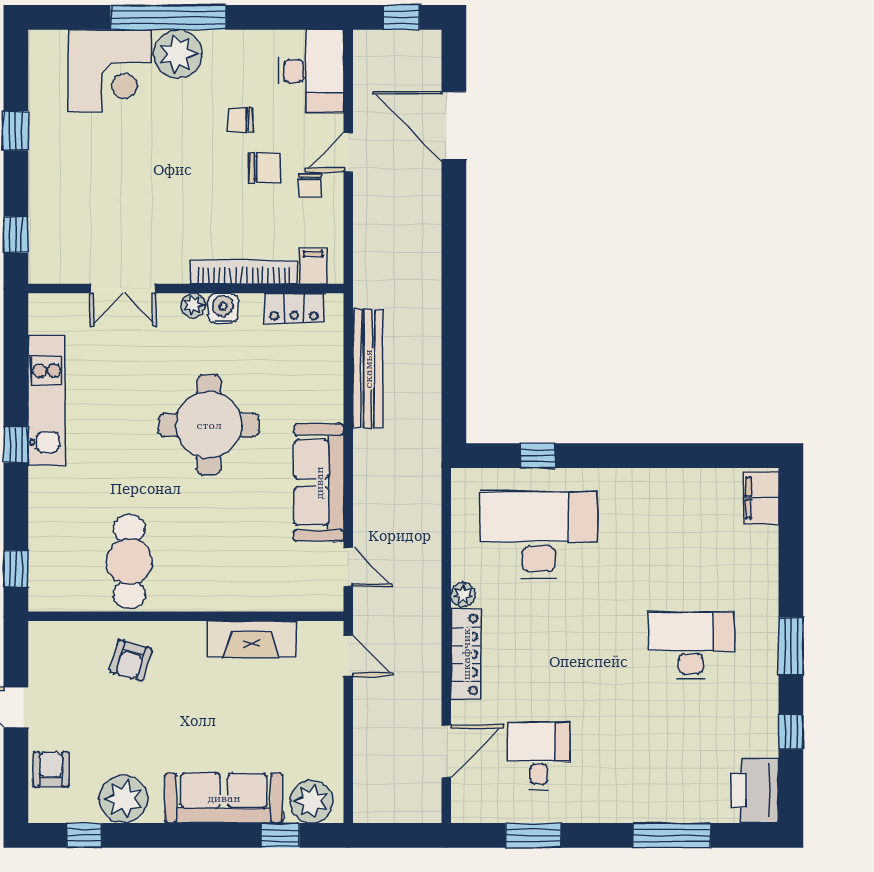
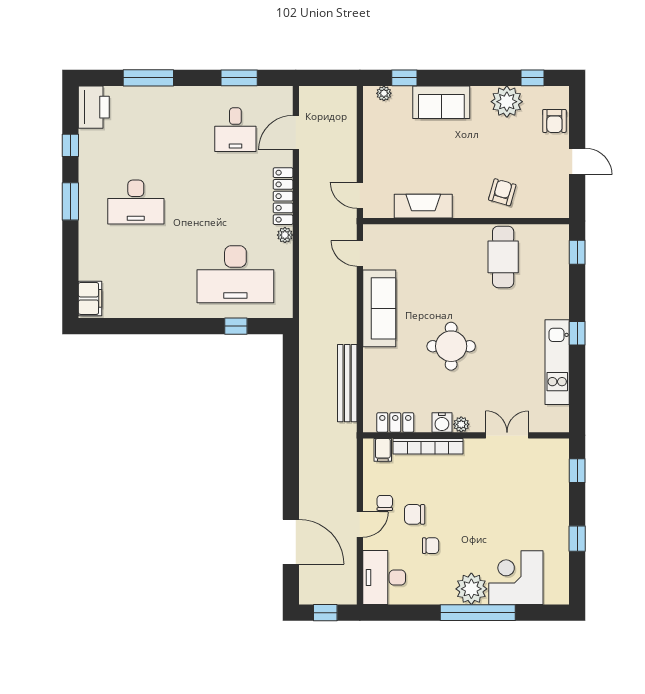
round table: (209, 425) -> (451, 346), width x0.73, depth x0.73
sofa: (224, 798) -> (441, 102), width x0.73
plant: (311, 802) -> (384, 93), width x0.53, depth x0.53

